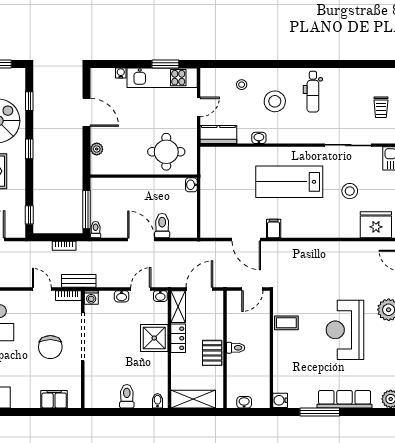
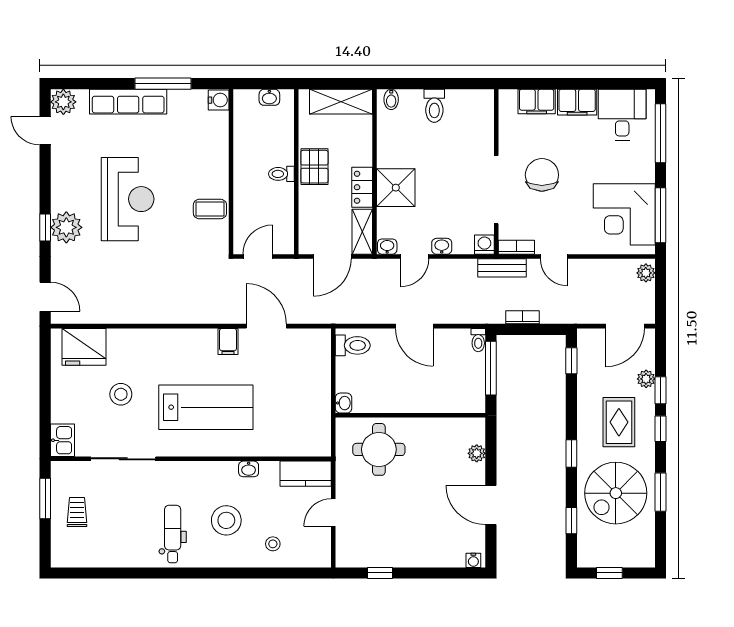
window: (165, 64) -> (380, 573), width x0.67
water cooler: (121, 73) -> (473, 560), moved
kitchen unit: (162, 78) -> (385, 554), removed
toilet: (162, 226) -> (353, 345), moved, turned -90
filing cabinet: (25, 399) -> (577, 102), added

